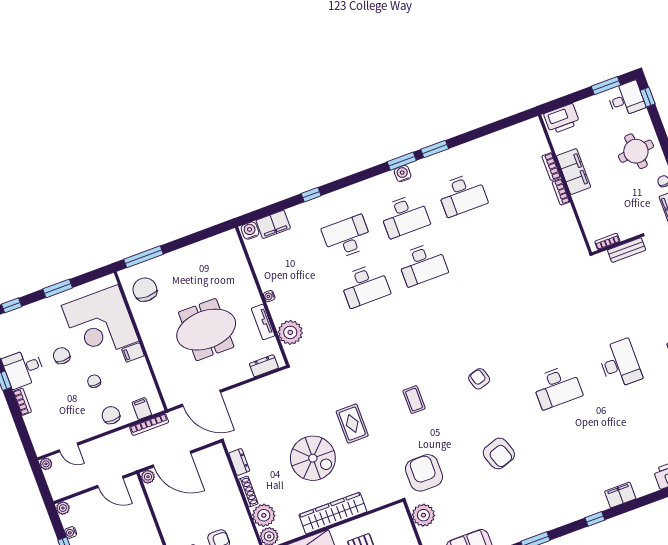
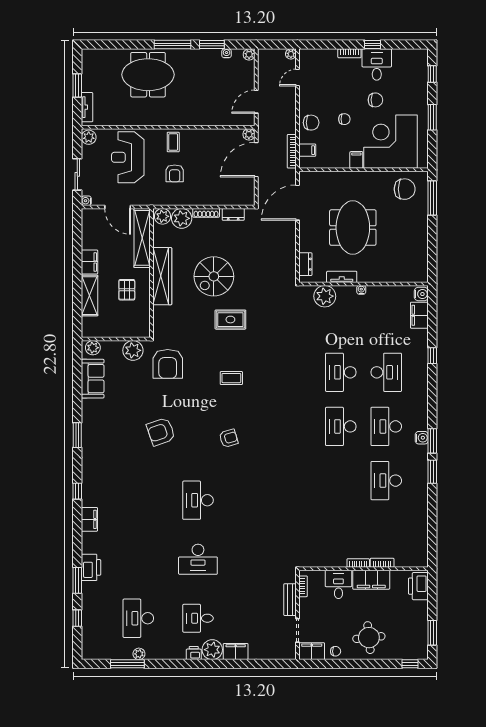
desk: (626, 99) -> (338, 584), moved, turned 180
armchair: (424, 473) -> (168, 364), turned 90

